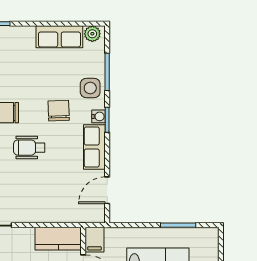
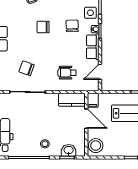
wheelchair: (29, 148) -> (67, 73), moved

